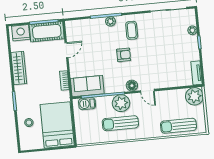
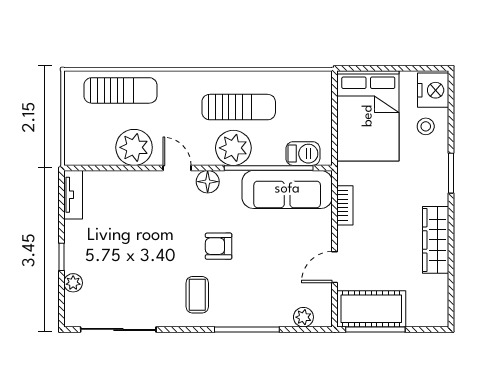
plant: (110, 21) -> (303, 317), moved
nightstand: (21, 33) -> (433, 90), moved, turned -90
sofa: (87, 86) -> (287, 189), width x1.36
plant: (194, 96) -> (134, 147), moved

